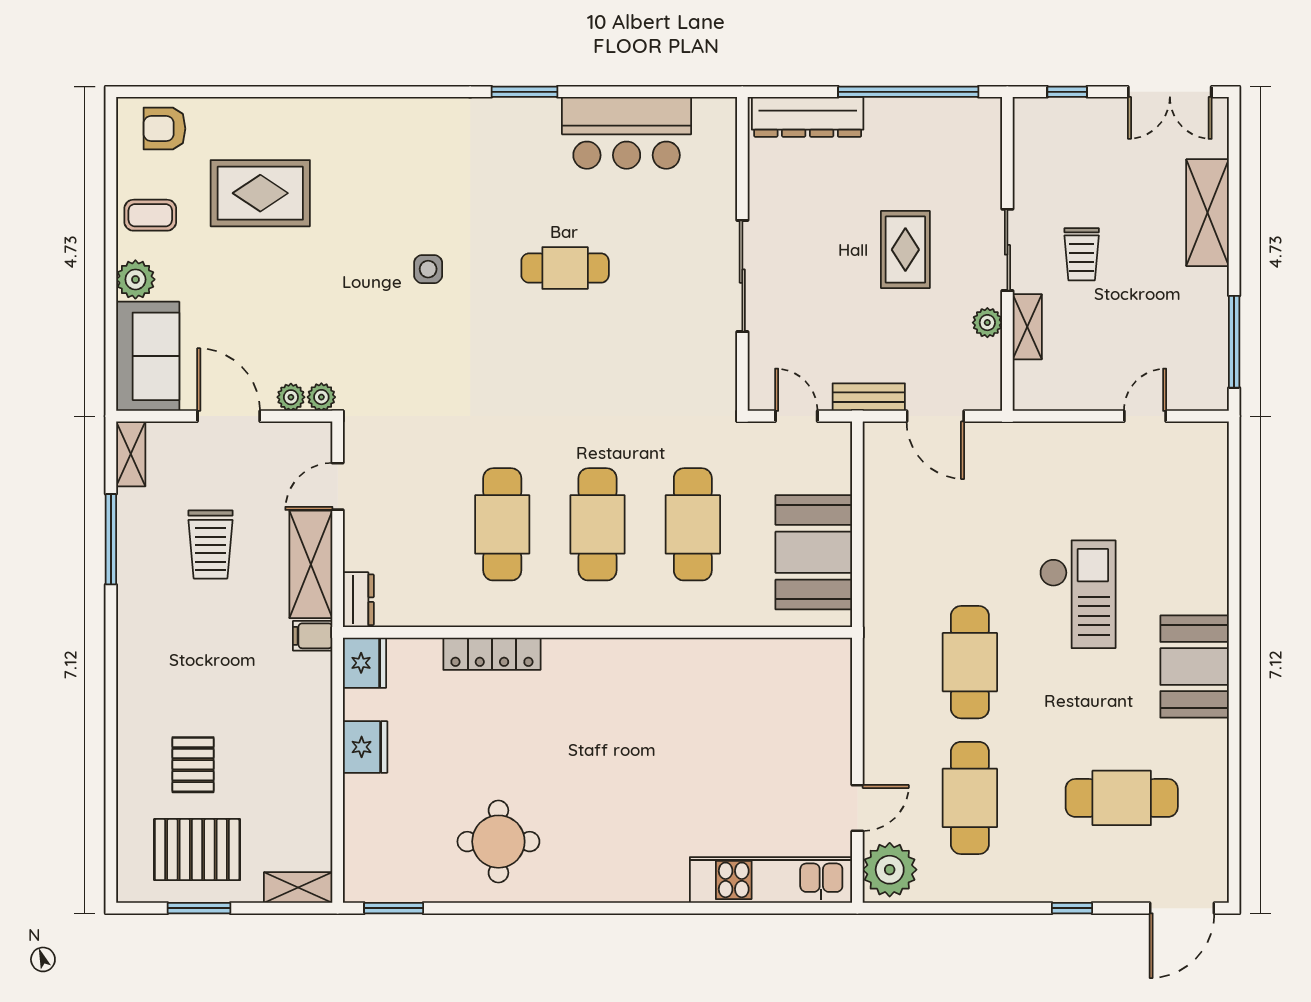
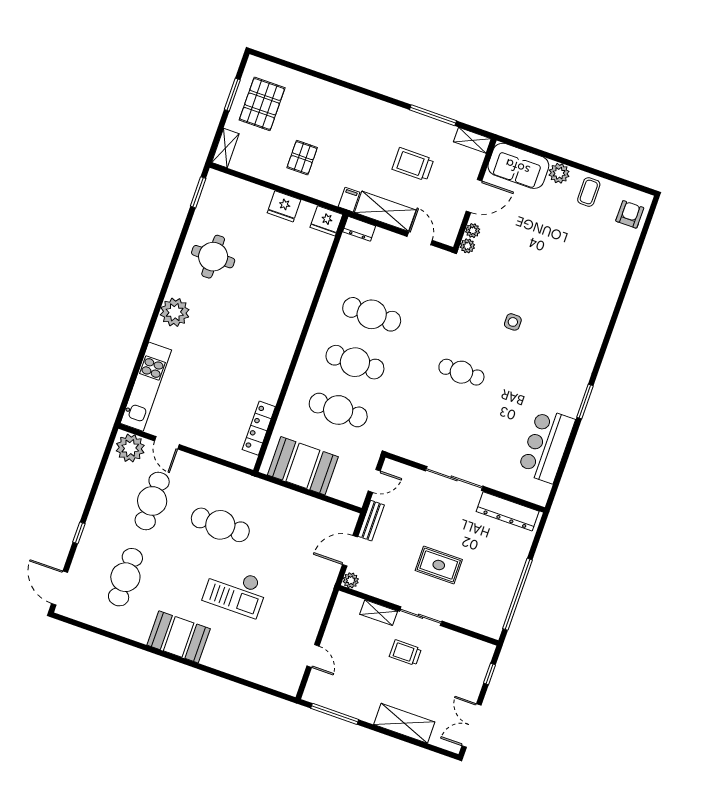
dresser: (808, 117) -> (508, 511), moved, turned -90
rug: (260, 193) -> (580, 251), removed
cafe table: (565, 268) -> (461, 372), moved, turned 90
plant: (987, 323) -> (351, 580), moved
locker: (492, 654) -> (259, 428), moved
pallet: (193, 765) -> (302, 158), moved, turned 90
cafe table: (970, 798) -> (152, 501), turned 90
plant: (621, 875) -> (175, 312), added

